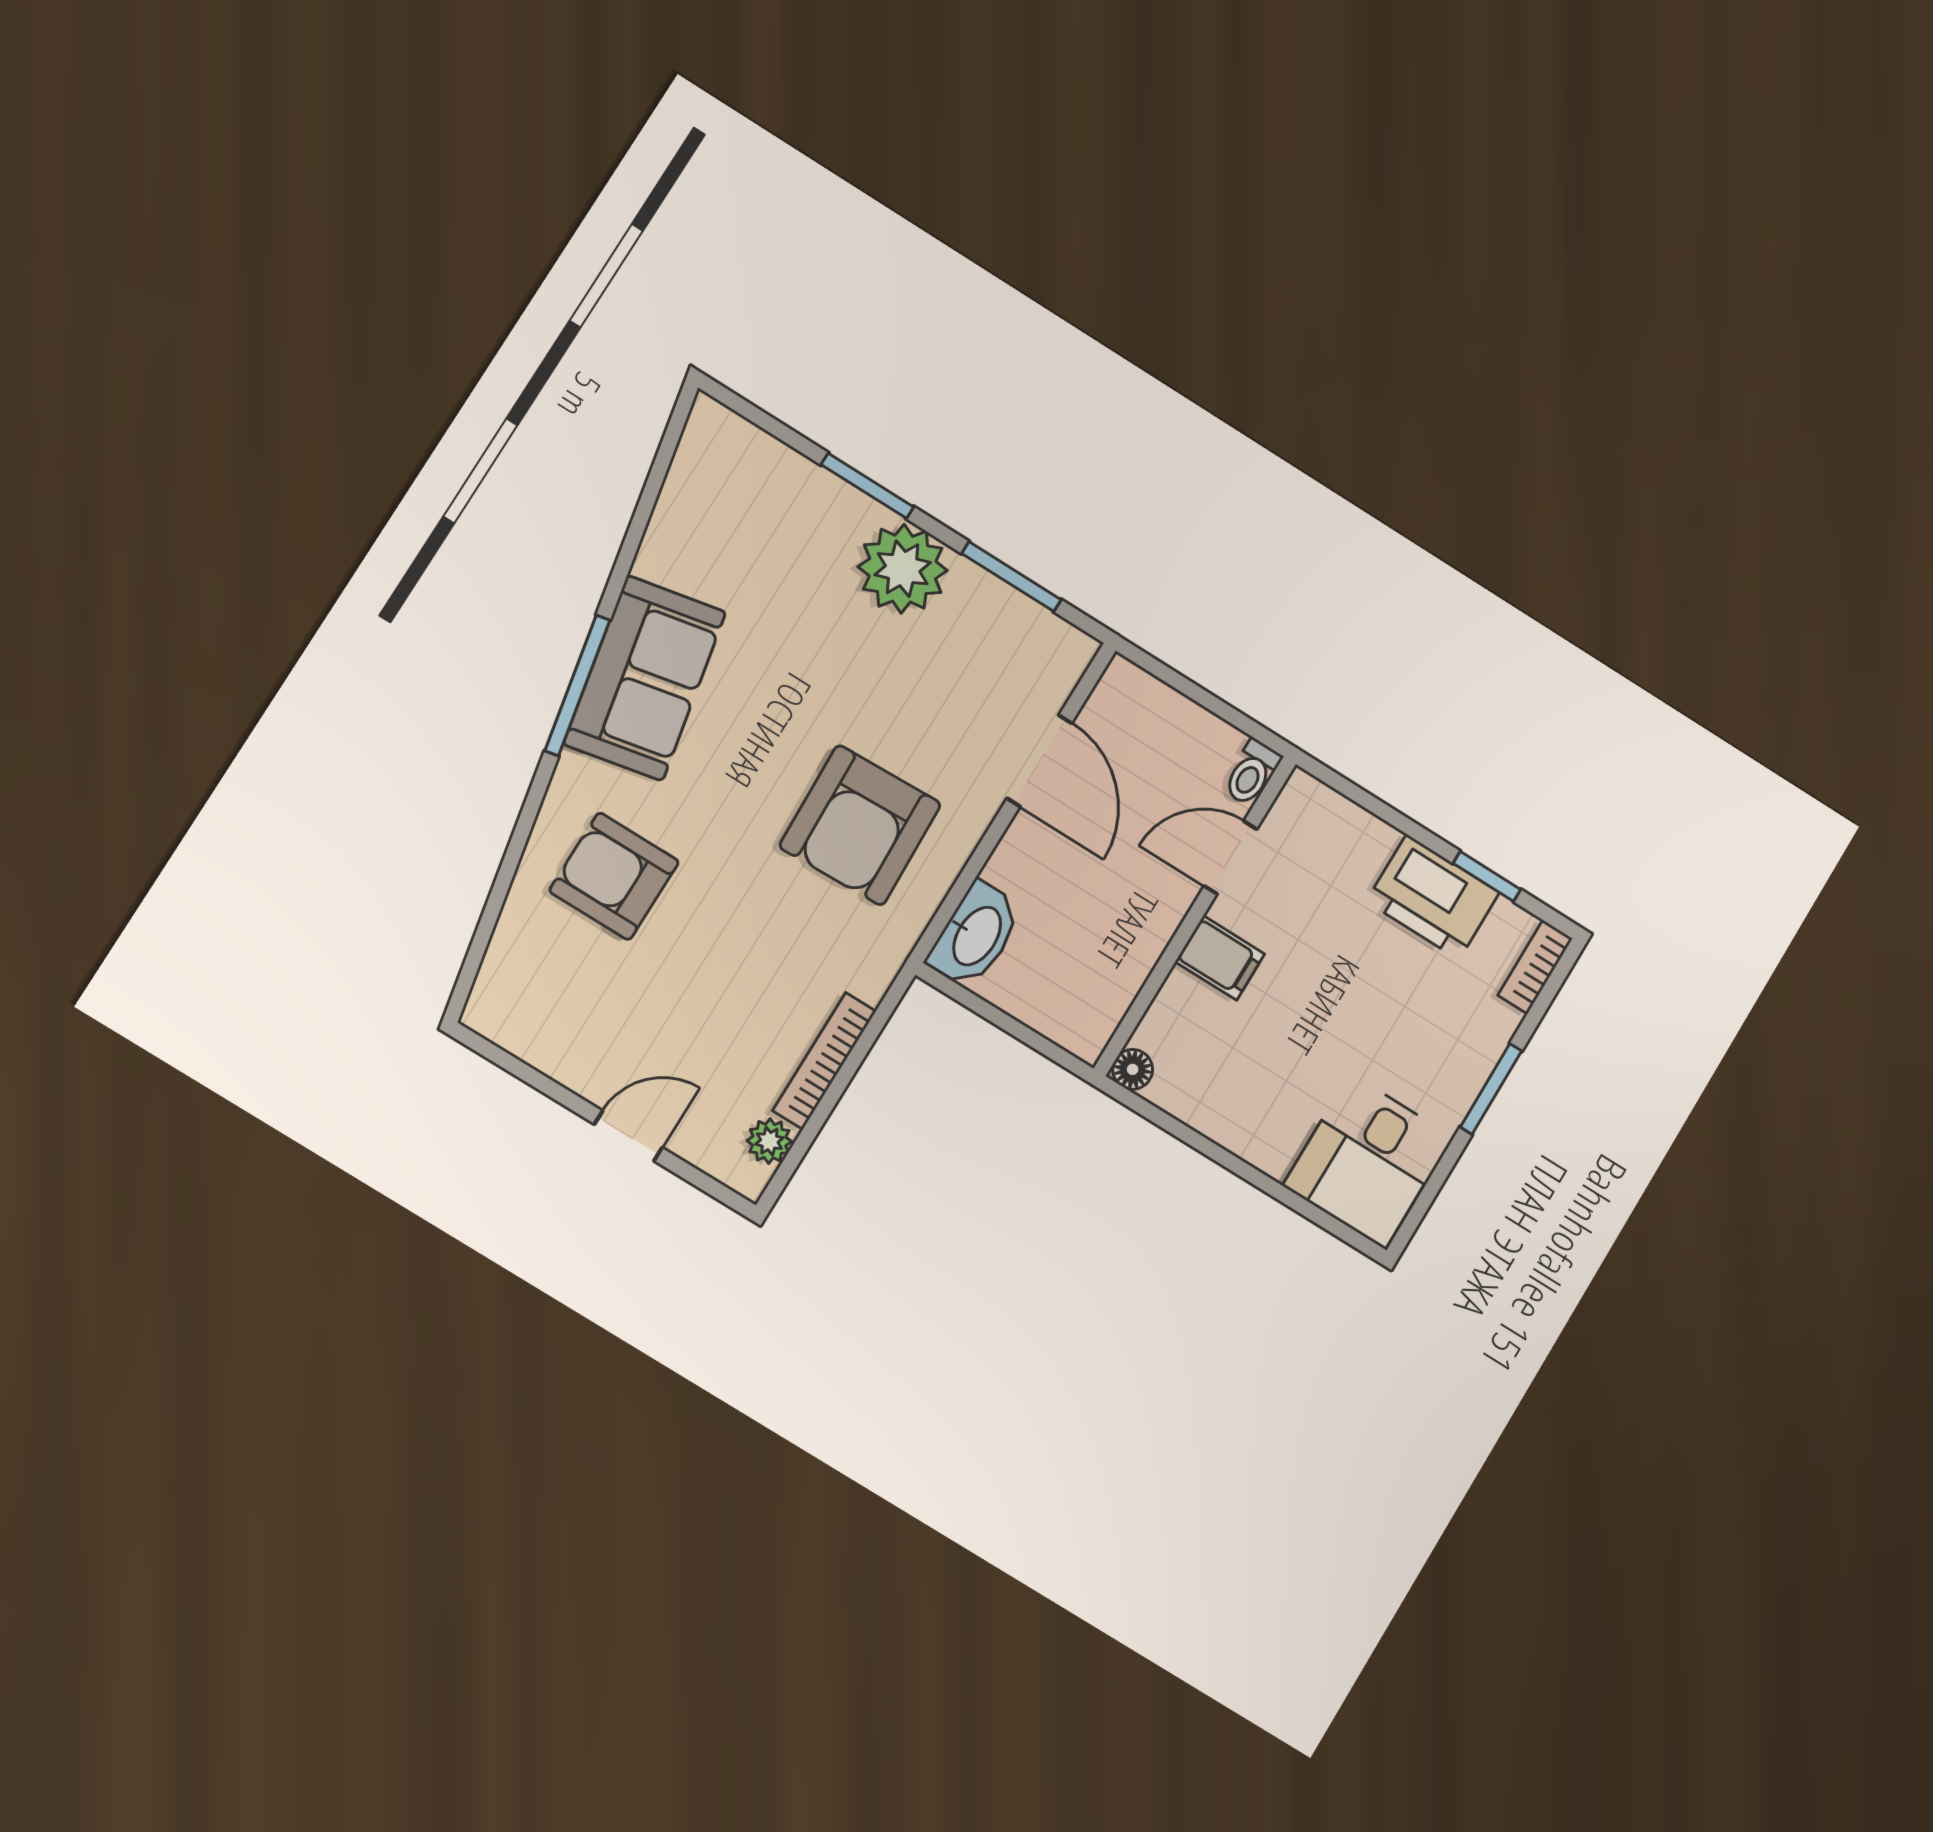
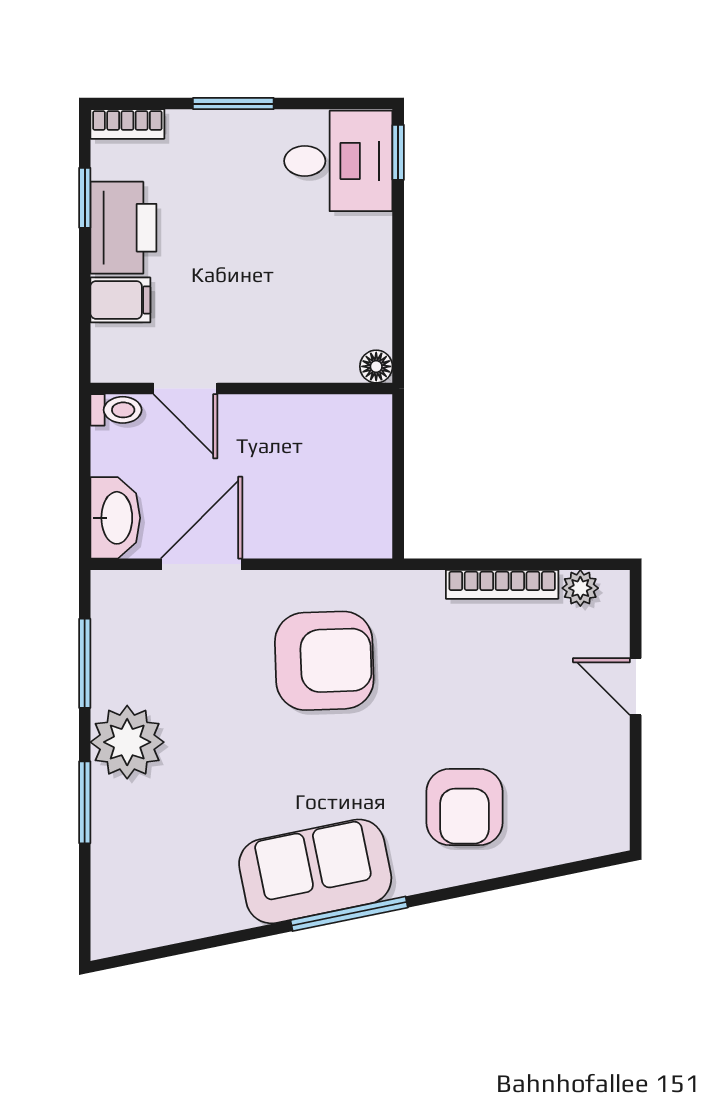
washbasin: (976, 935) -> (115, 518), moved, turned 90
filing cabinet: (1220, 958) -> (120, 300), moved, turned 90
window: (1339, 1229) -> (398, 152), added

